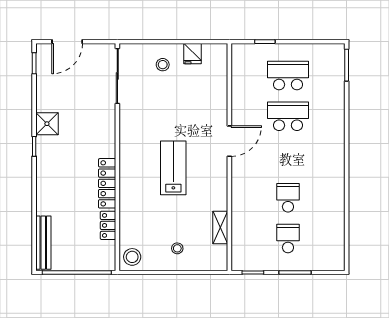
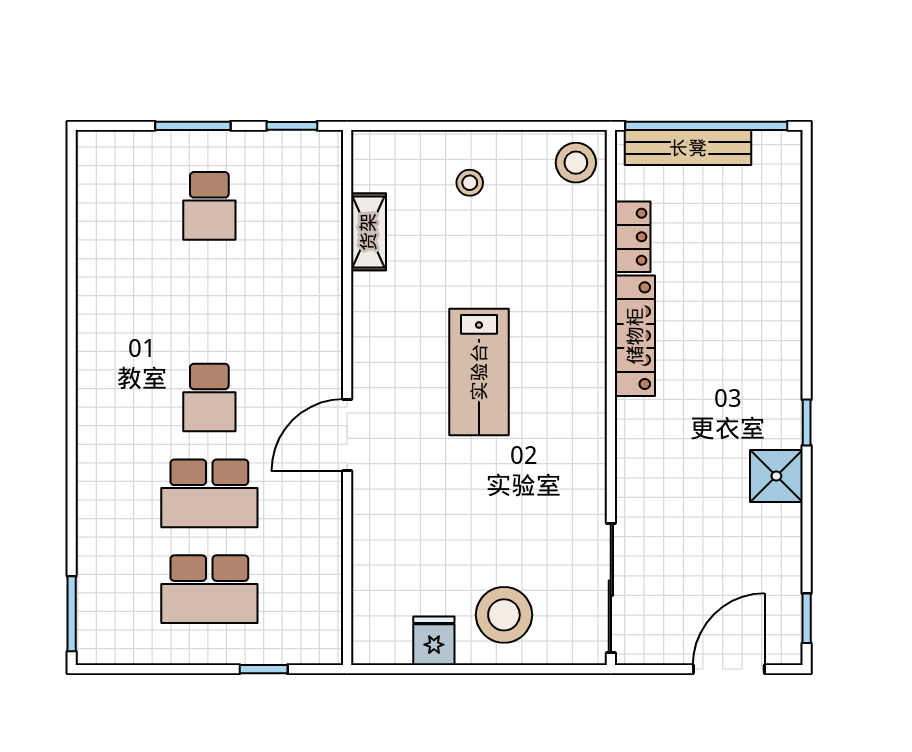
stool: (163, 65) -> (504, 615), width x1.89, depth x1.89
school desk: (288, 198) -> (209, 398), moved
bench: (43, 243) -> (688, 148), moved, turned 90

